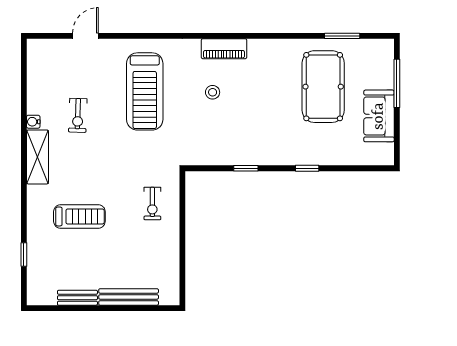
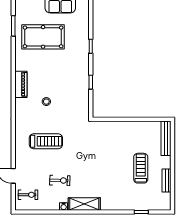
piano: (224, 49) -> (21, 84), moved
treadmill: (145, 91) -> (46, 141), width x0.73, depth x0.73
exercise bike: (152, 204) -> (28, 195), moved
treadmill: (79, 216) -> (141, 168), moved
bench: (129, 297) -> (166, 138), moved

